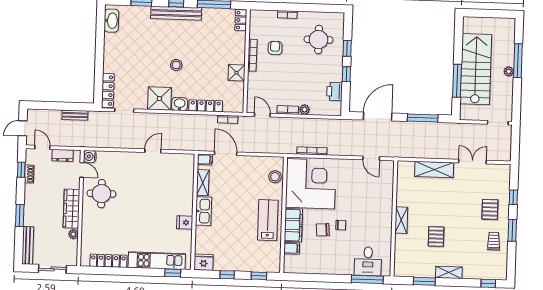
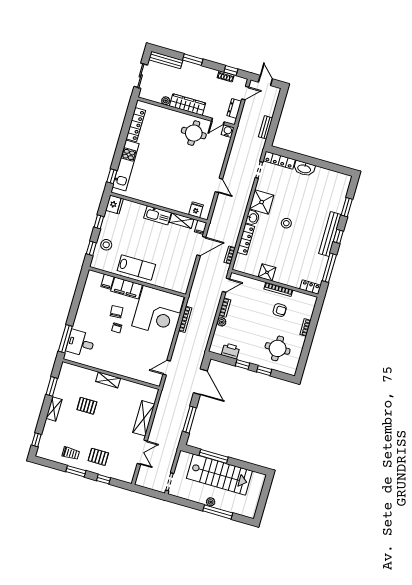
washbasin: (111, 21) -> (304, 169), moved
stool: (275, 177) -> (106, 245), moved
fridge: (185, 222) -> (196, 210), moved

